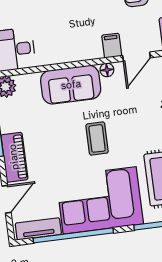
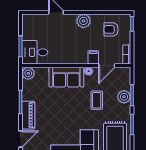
coffee table: (97, 138) -> (97, 100), moved

